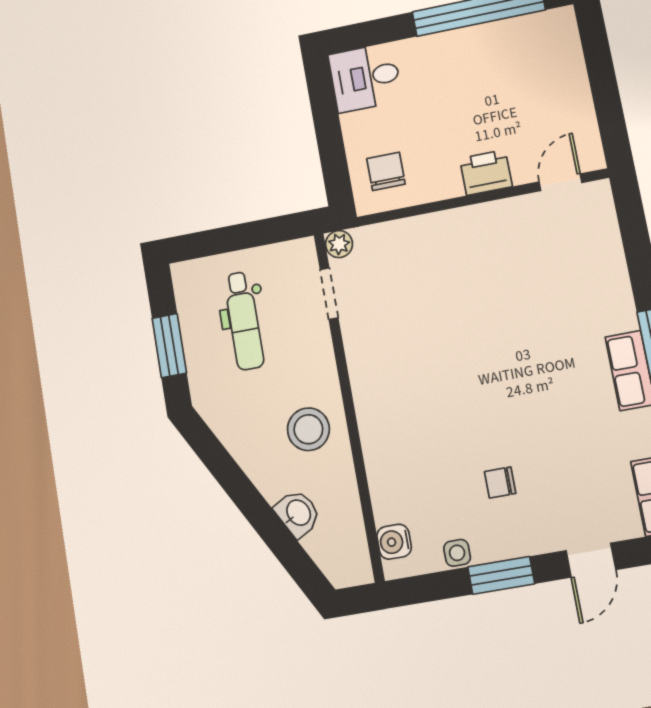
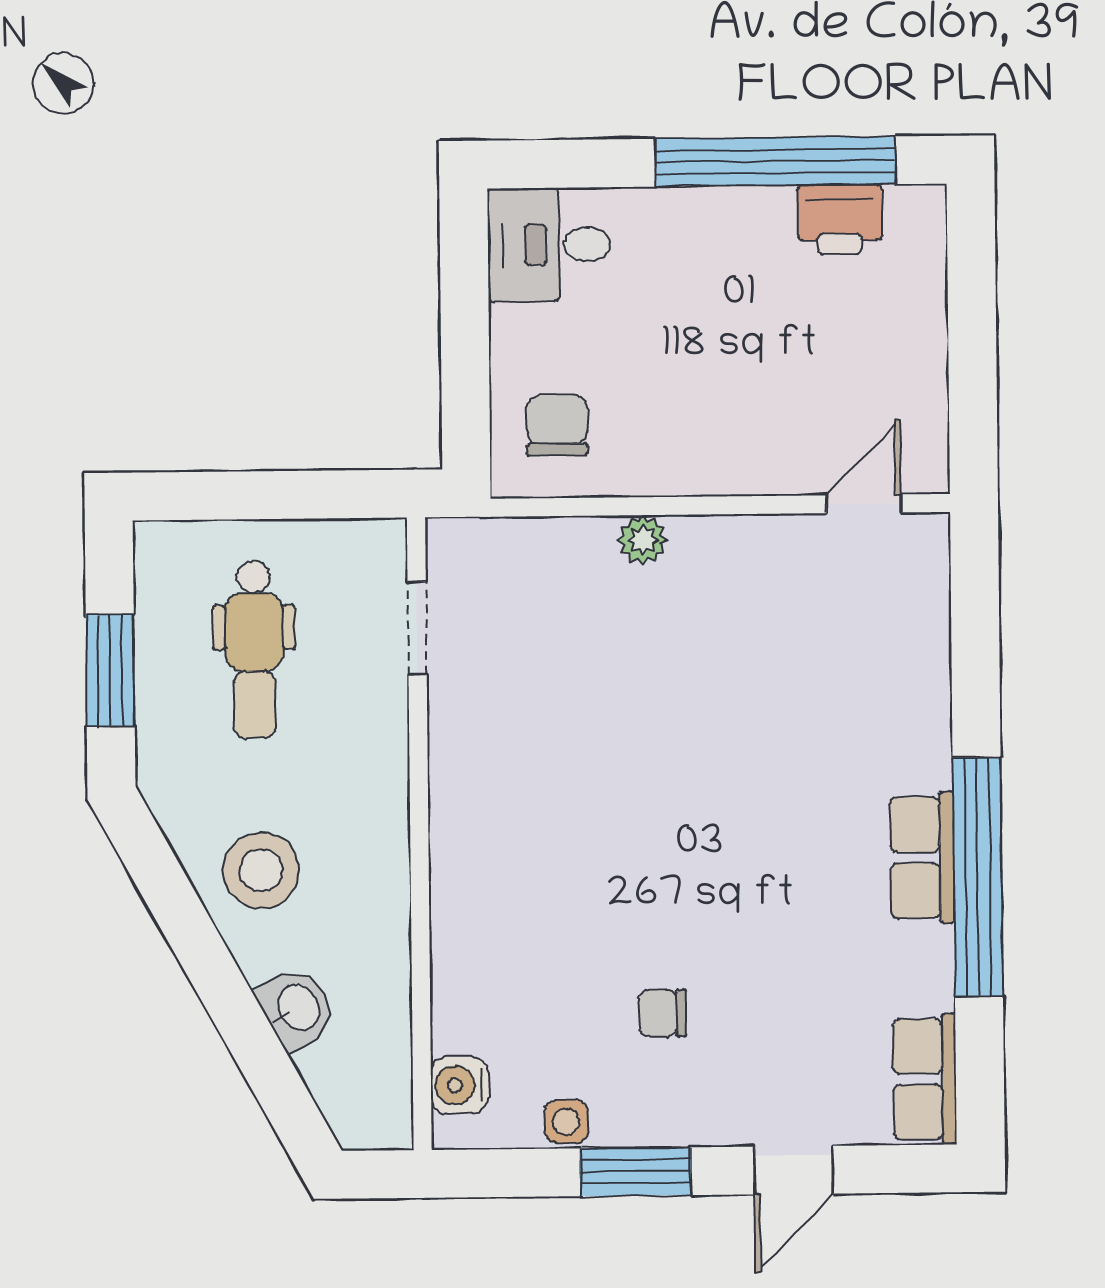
printer: (486, 173) -> (840, 220), moved, turned 180
plant: (339, 244) -> (642, 540), moved
stool: (308, 429) -> (261, 870), moved

